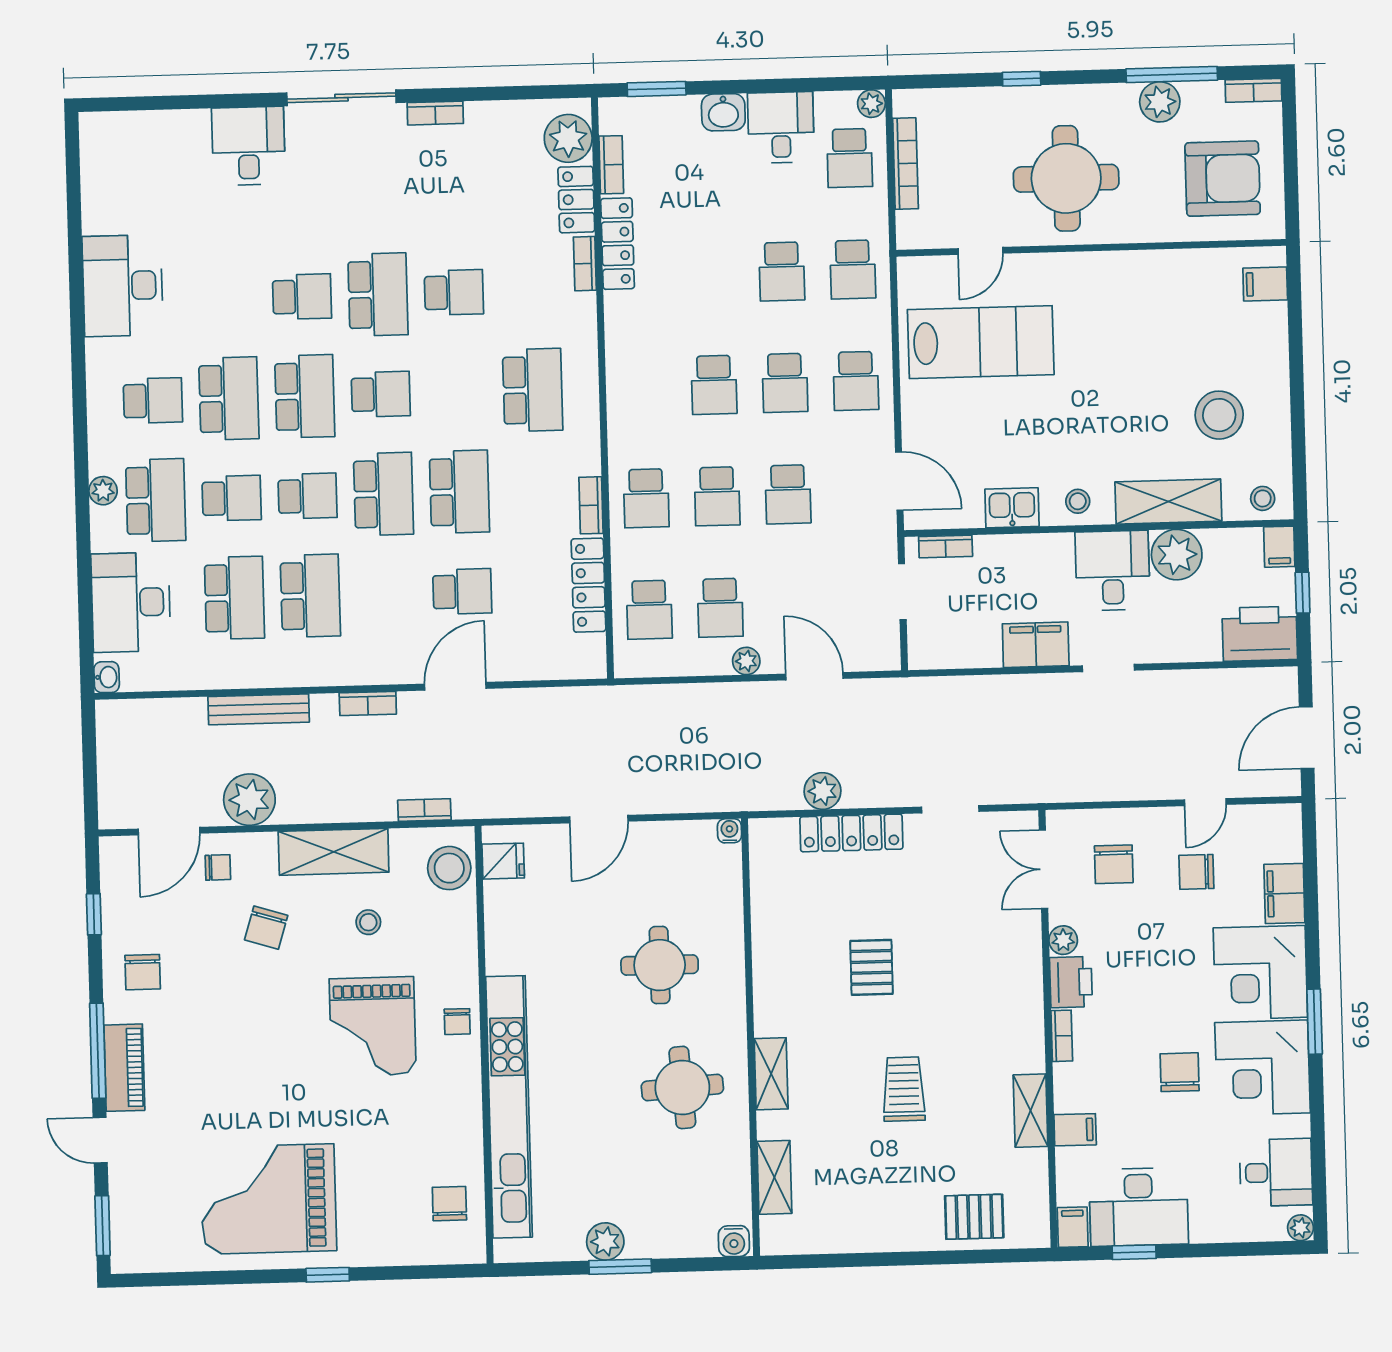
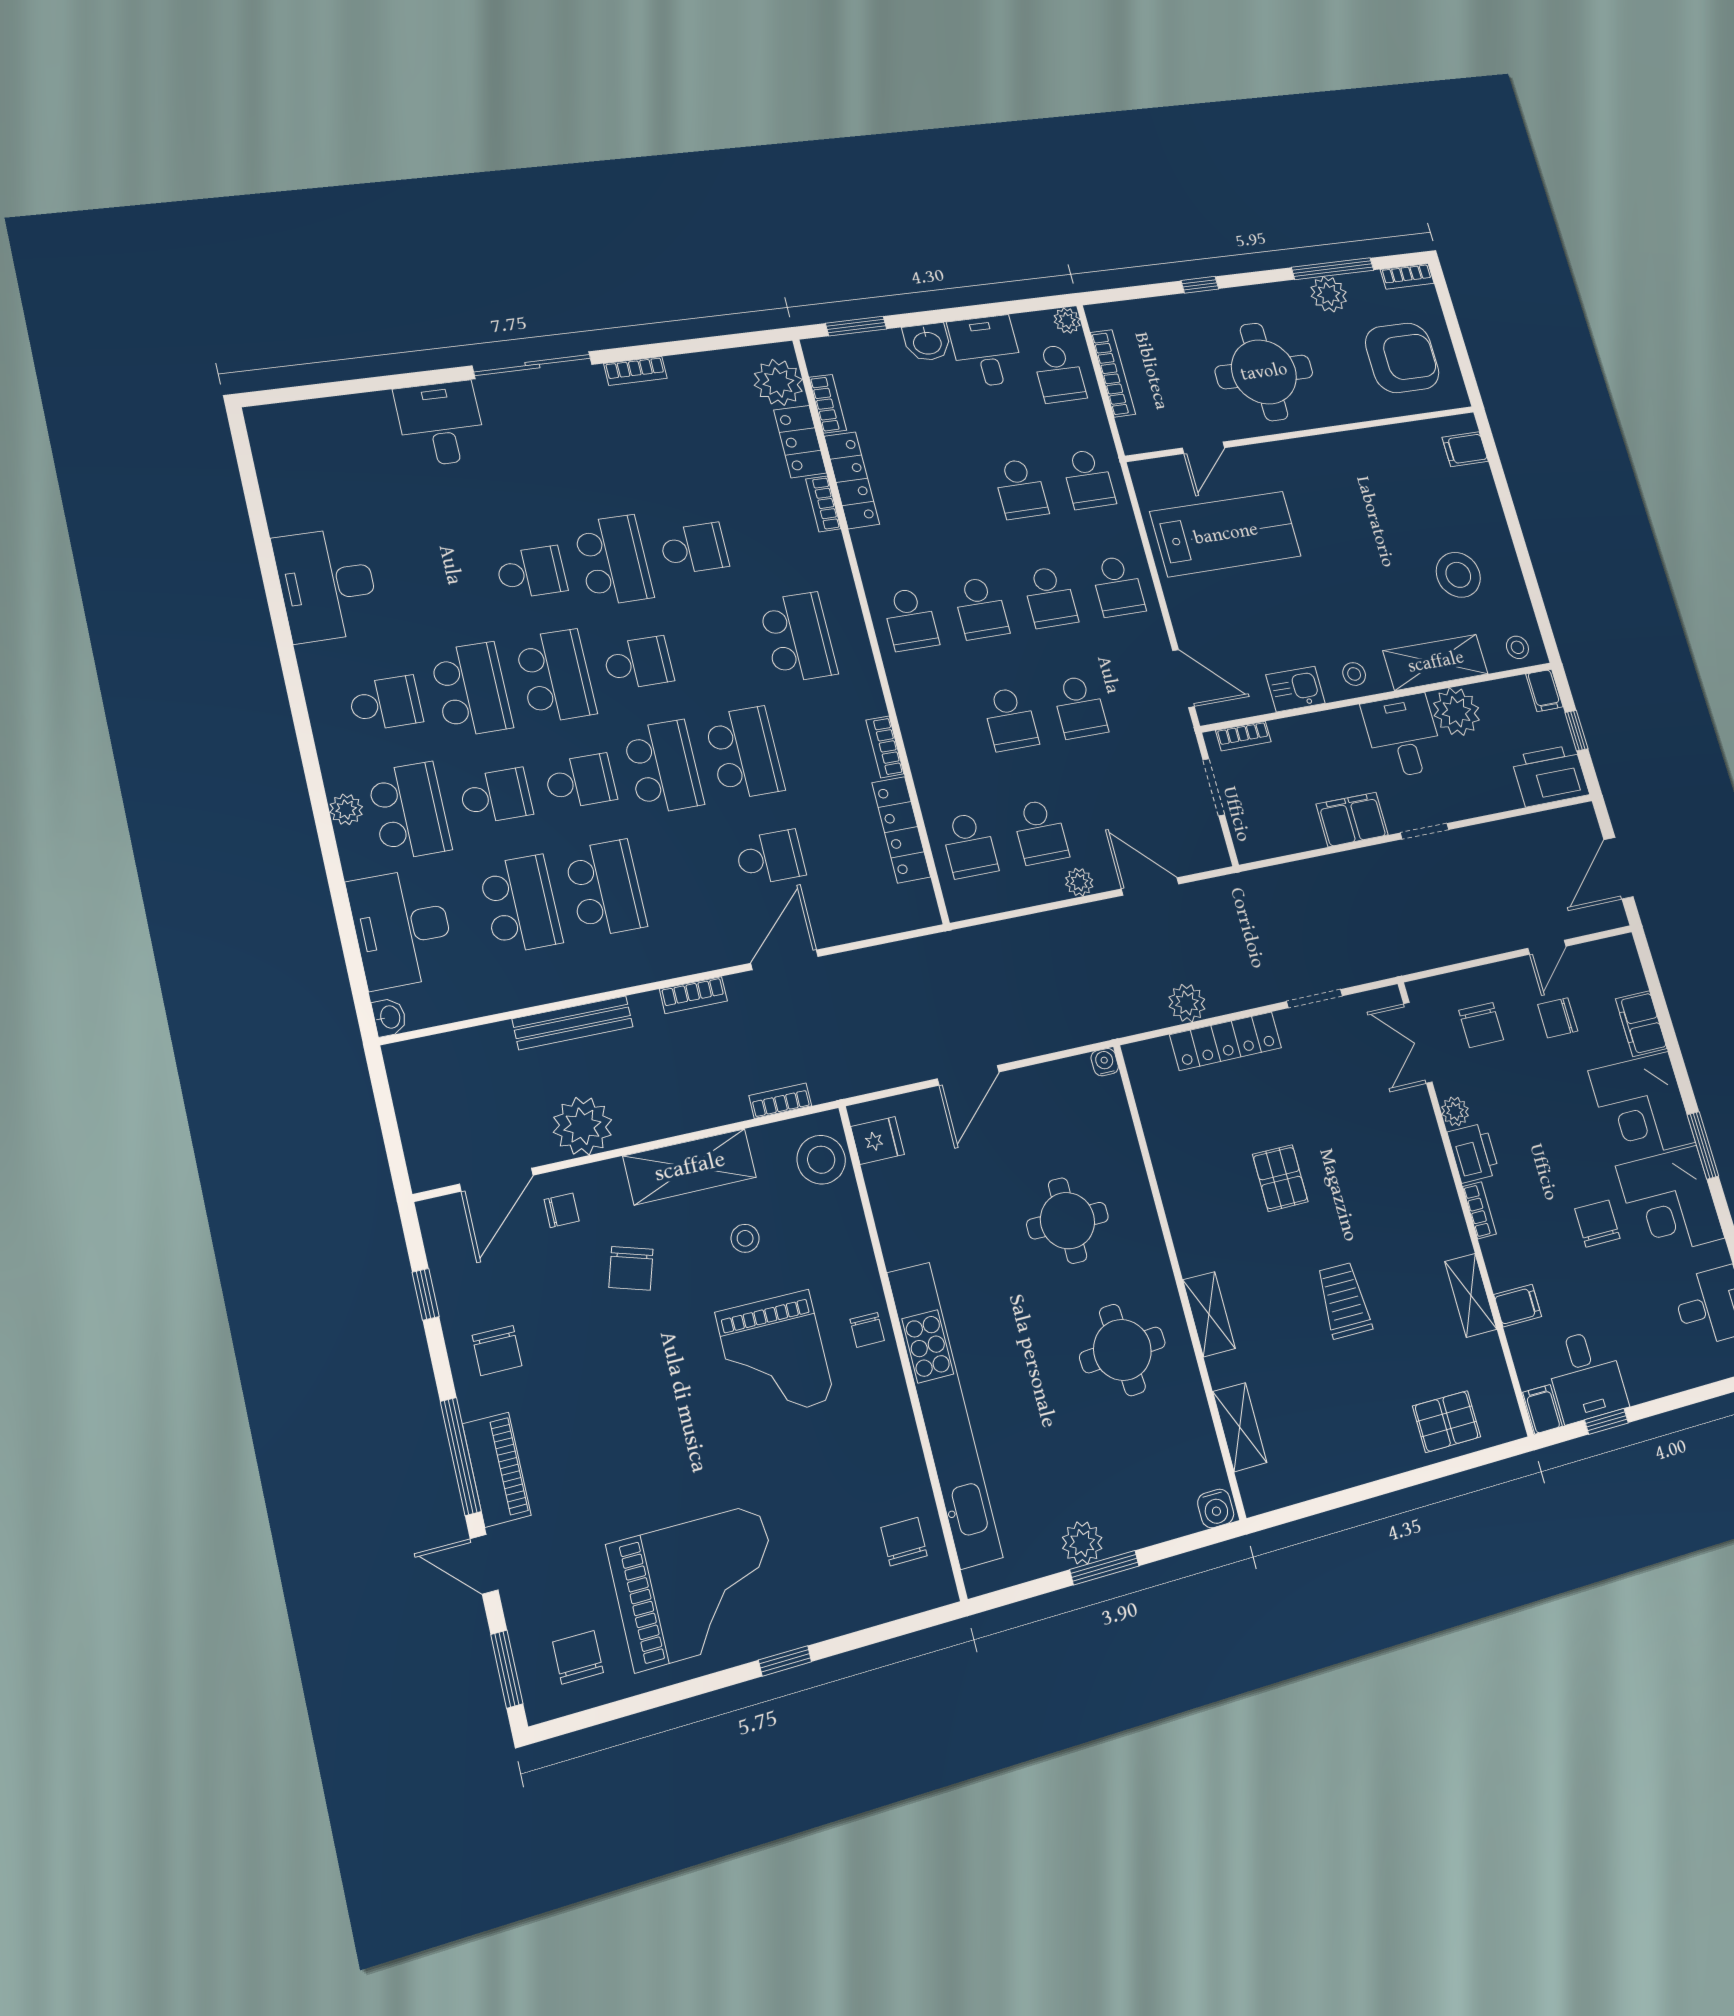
school desk: (646, 498) -> (910, 619), moved
grand piano: (268, 1199) -> (698, 1587), turned 180
desk: (1139, 1207) -> (1586, 1376), width x0.73
chair: (160, 1230) -> (578, 1657), added

